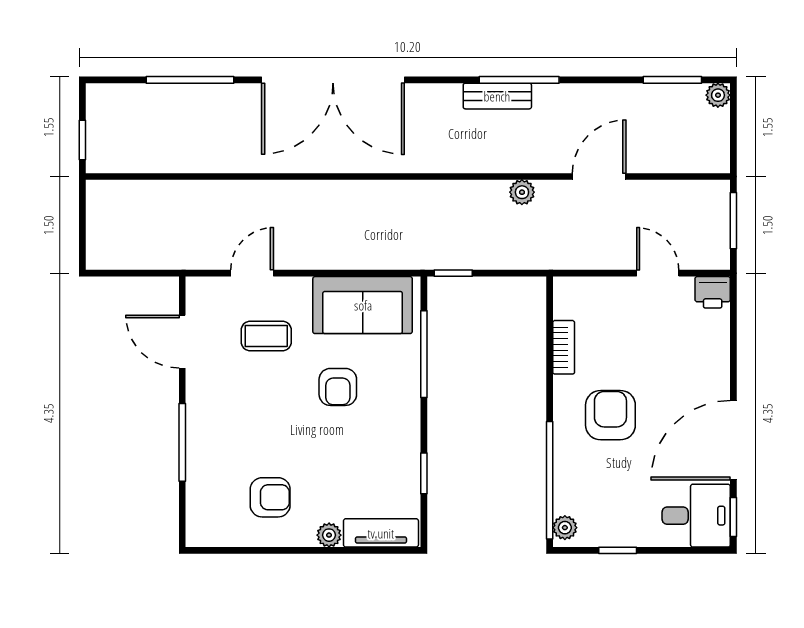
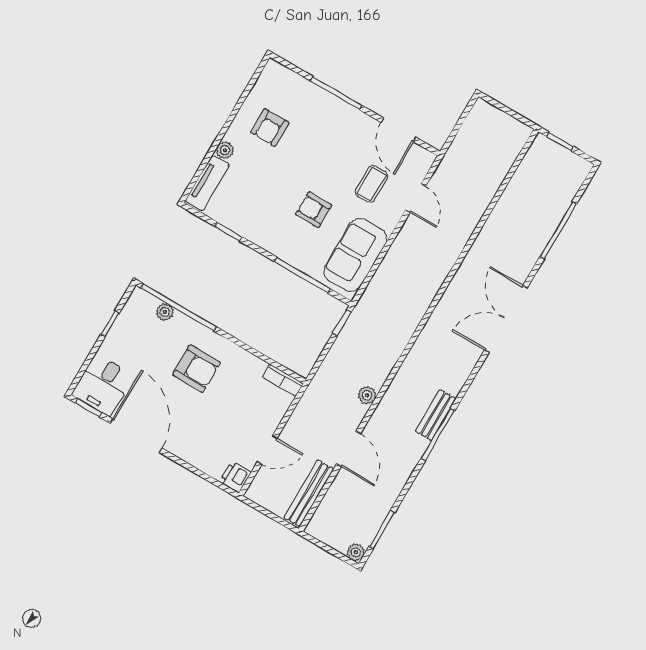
double door: (333, 80) -> (506, 319), width x0.73
bench: (681, 193) -> (309, 493), added
window: (733, 221) -> (272, 516), removed
door: (182, 342) -> (399, 130), swing flipped
bookcase: (564, 347) -> (283, 380), moved
plant: (565, 528) -> (165, 312), moved

